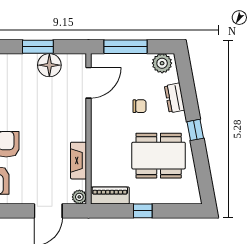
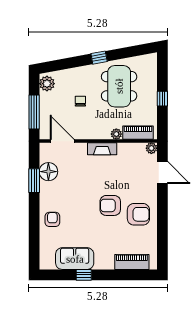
dresser: (175, 98) -> (74, 74), removed
plant: (97, 152) -> (116, 134), added
fireplace: (79, 161) -> (102, 149), moved
piano: (110, 195) -> (138, 133), moved, turned 90

